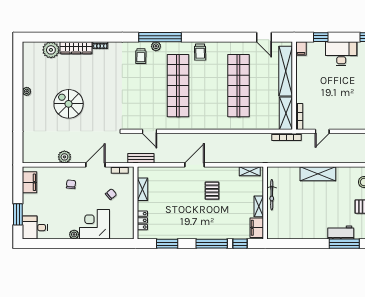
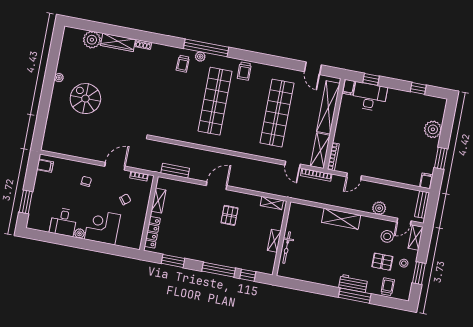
desk: (341, 54) -> (370, 97), moved
spiral stairs: (69, 104) -> (85, 99), moved
door: (150, 131) -> (293, 165), moved
plant: (64, 157) -> (379, 208), moved
bench: (141, 158) -> (175, 171), moved
filing cabinet: (29, 182) -> (45, 166), width x0.50
bicycle: (272, 195) -> (287, 248), moved
locker: (142, 220) -> (152, 232), width x1.53
desk: (35, 228) -> (63, 222), moved, turned -90
filing cabinet: (257, 228) -> (268, 262), removed

